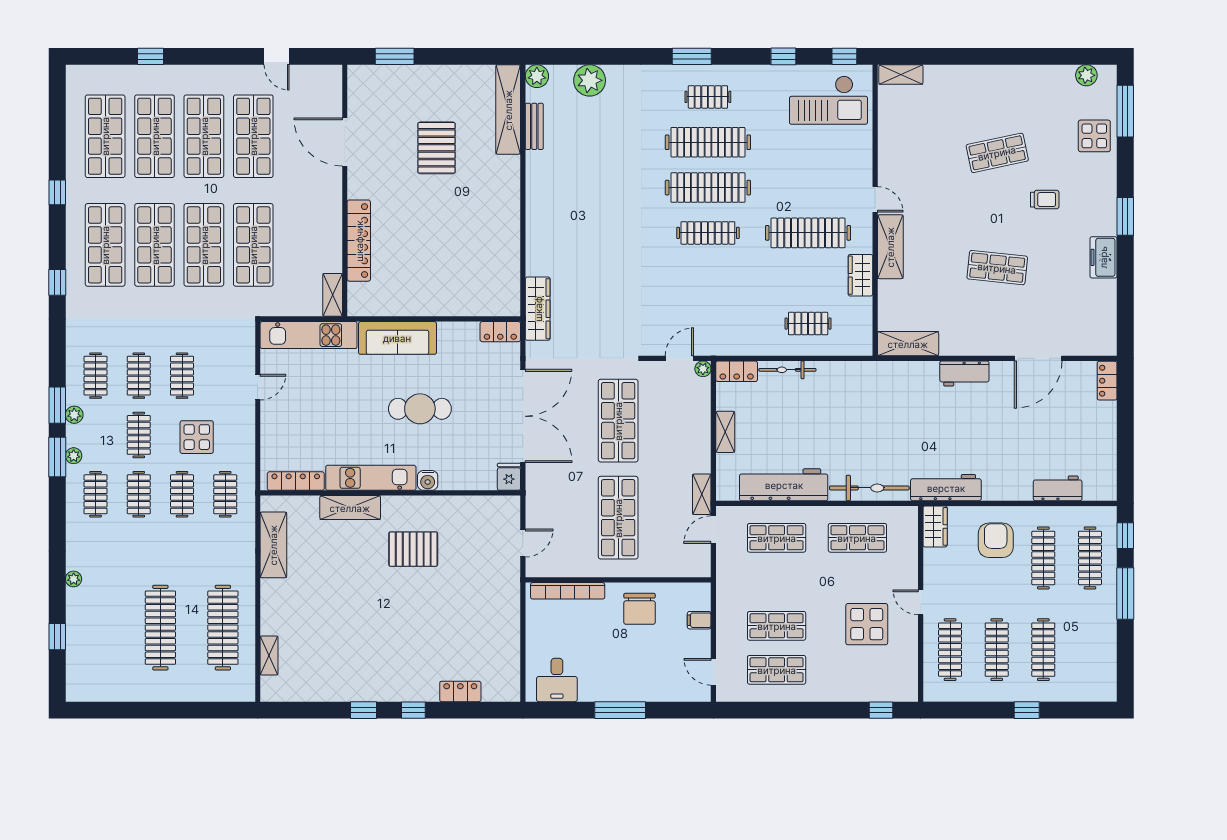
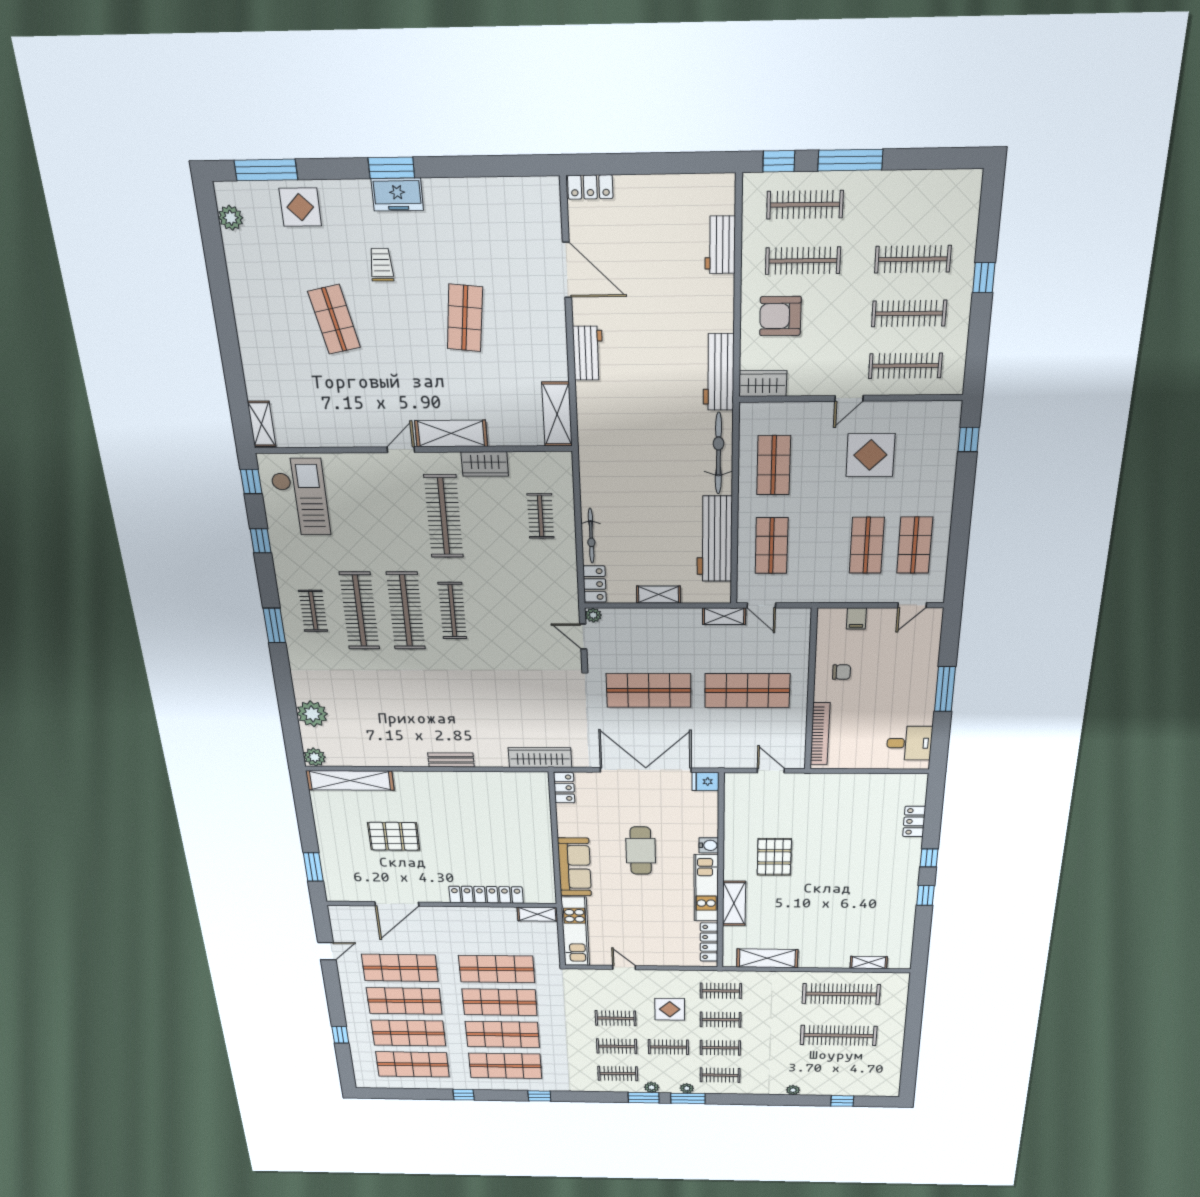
bench: (534, 126) -> (451, 760), moved
freezer: (1103, 257) -> (397, 195), moved
chair: (640, 609) -> (841, 672), width x0.54, depth x0.54

